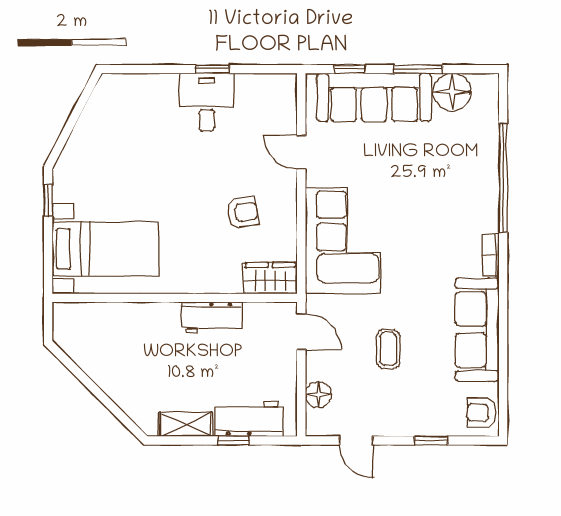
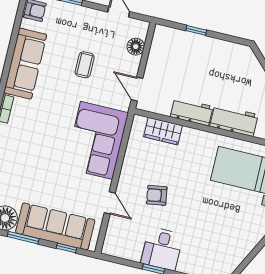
armchair: (242, 212) -> (157, 195), moved
wardrobe: (270, 278) -> (163, 131), moved
workbench: (249, 419) -> (234, 120), moved, turned 180
shelving: (186, 424) -> (224, 48), removed

